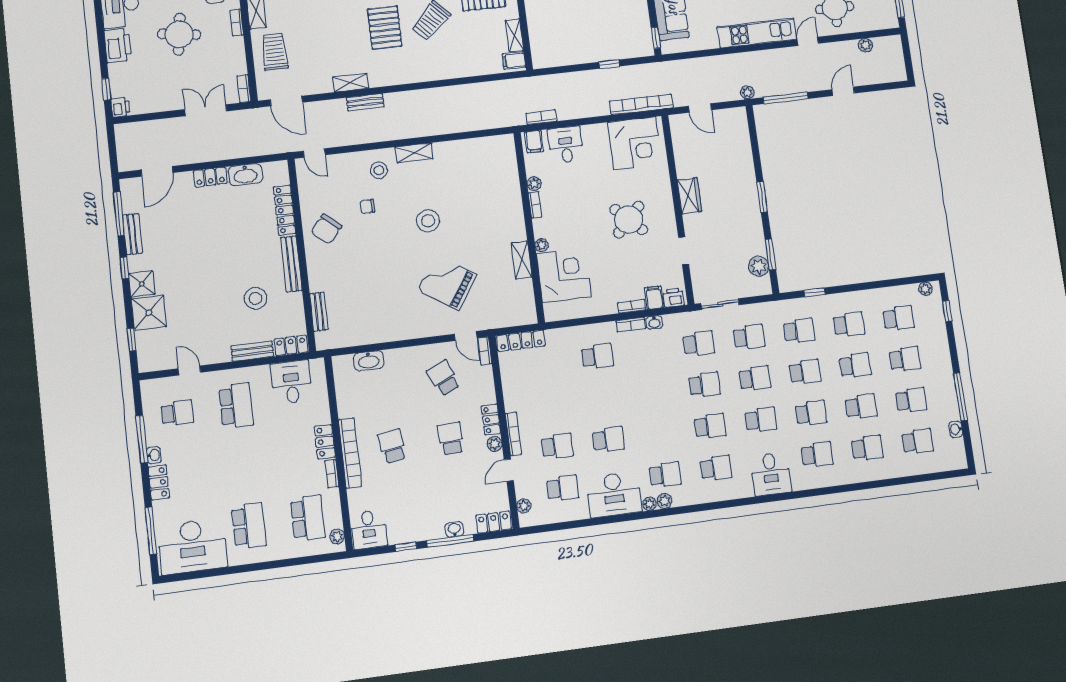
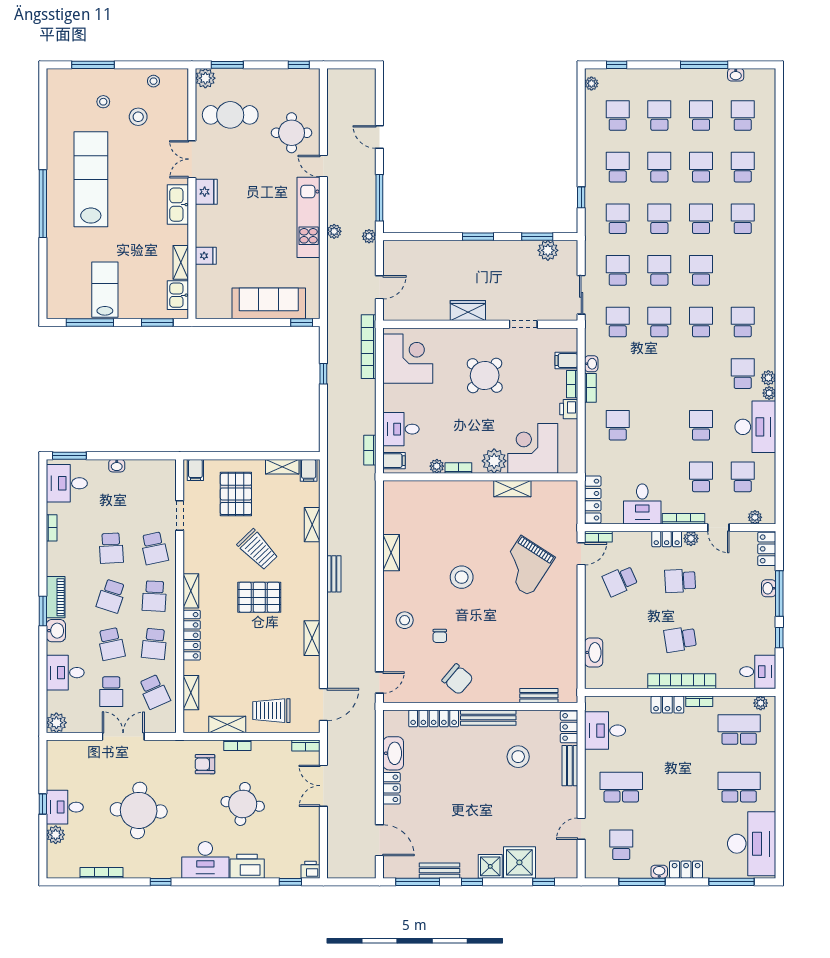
plant: (865, 45) -> (334, 231), moved
shelving: (462, 70) -> (312, 525), added
bench: (365, 102) -> (334, 574), moved
shelving: (414, 153) -> (391, 553), moved
plant: (541, 245) -> (494, 461), width x1.87, depth x1.87
printer: (674, 298) -> (569, 409), moved
desk: (771, 474) -> (642, 504), moved, turned 90

